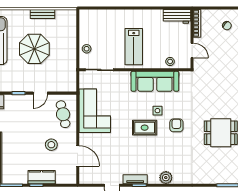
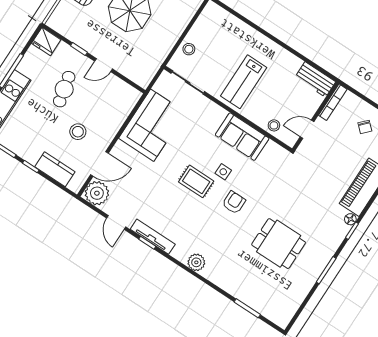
door: (192, 51) -> (307, 129), swing flipped
sofa: (155, 81) -> (242, 137), width x0.73
cafe table: (63, 114) -> (64, 89), moved
door: (78, 156) -> (99, 164), hinge flipped
plant: (88, 175) -> (97, 193), added
kitchen counter: (42, 177) -> (55, 169), moved
plant: (166, 178) -> (196, 262), moved
tv unit: (135, 179) -> (153, 237), width x1.41

